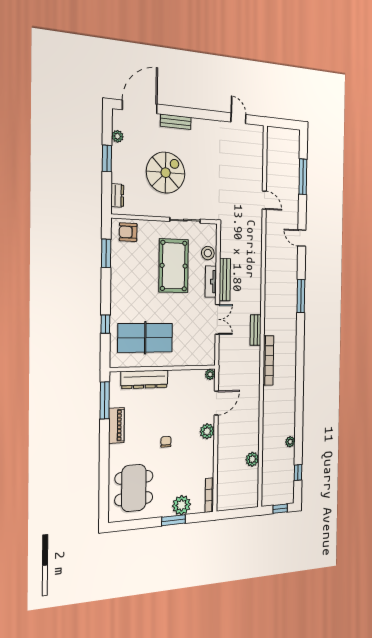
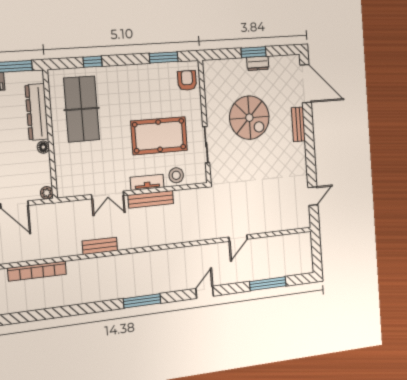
plant: (118, 136) -> (275, 62), removed
dresser: (117, 195) -> (258, 63), moved
bookcase: (268, 360) -> (37, 271), moved
floor lamp: (174, 375) -> (43, 147), added

